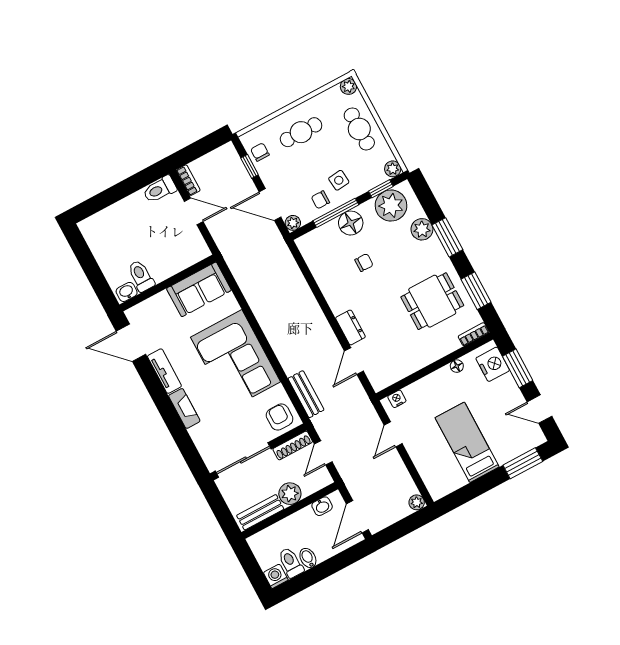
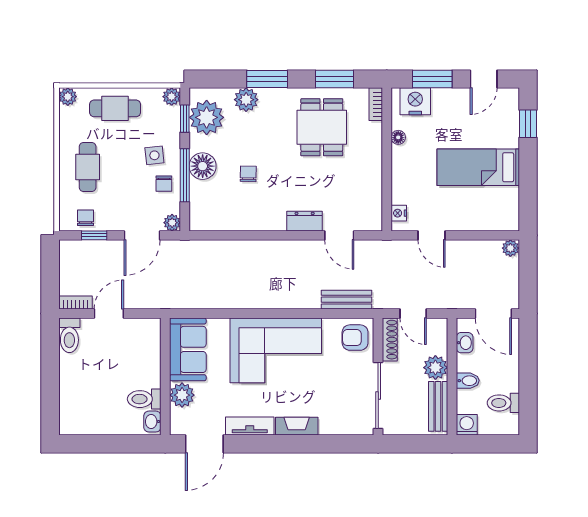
chair: (260, 152) -> (85, 218), turned 90
plant: (160, 304) -> (182, 395), added
window: (523, 463) -> (528, 124), width x0.67
bidet: (308, 558) -> (468, 381), moved, turned 180
washing machine: (276, 576) -> (467, 425), moved, turned 90

